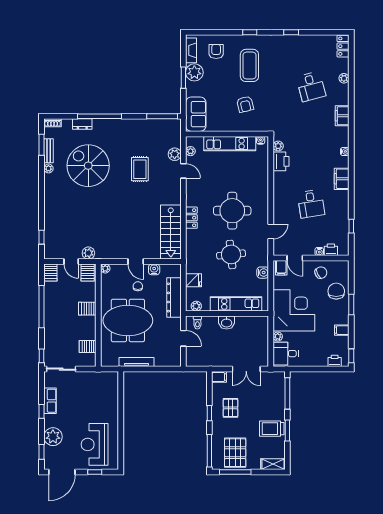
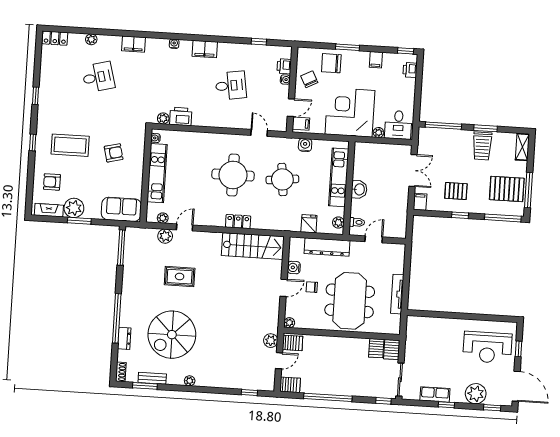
plant: (48, 168) -> (190, 381), moved
server rack: (87, 309) -> (392, 349), moved

